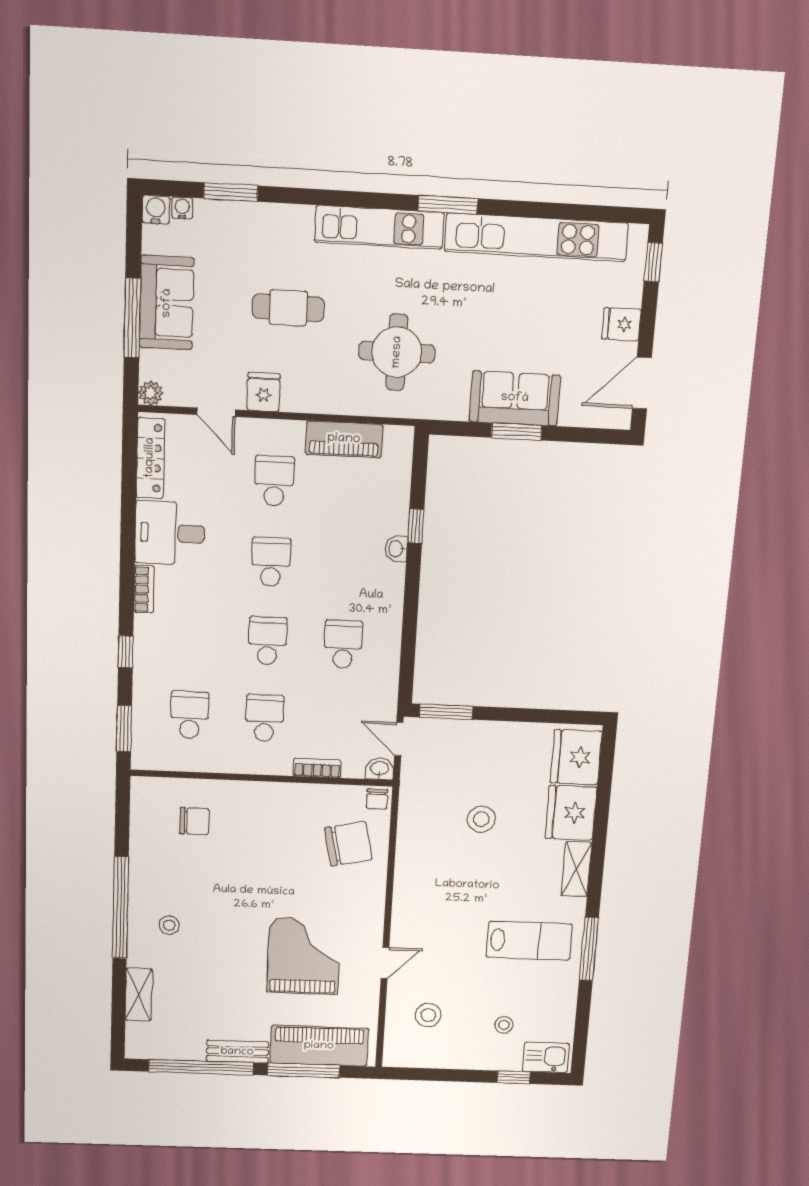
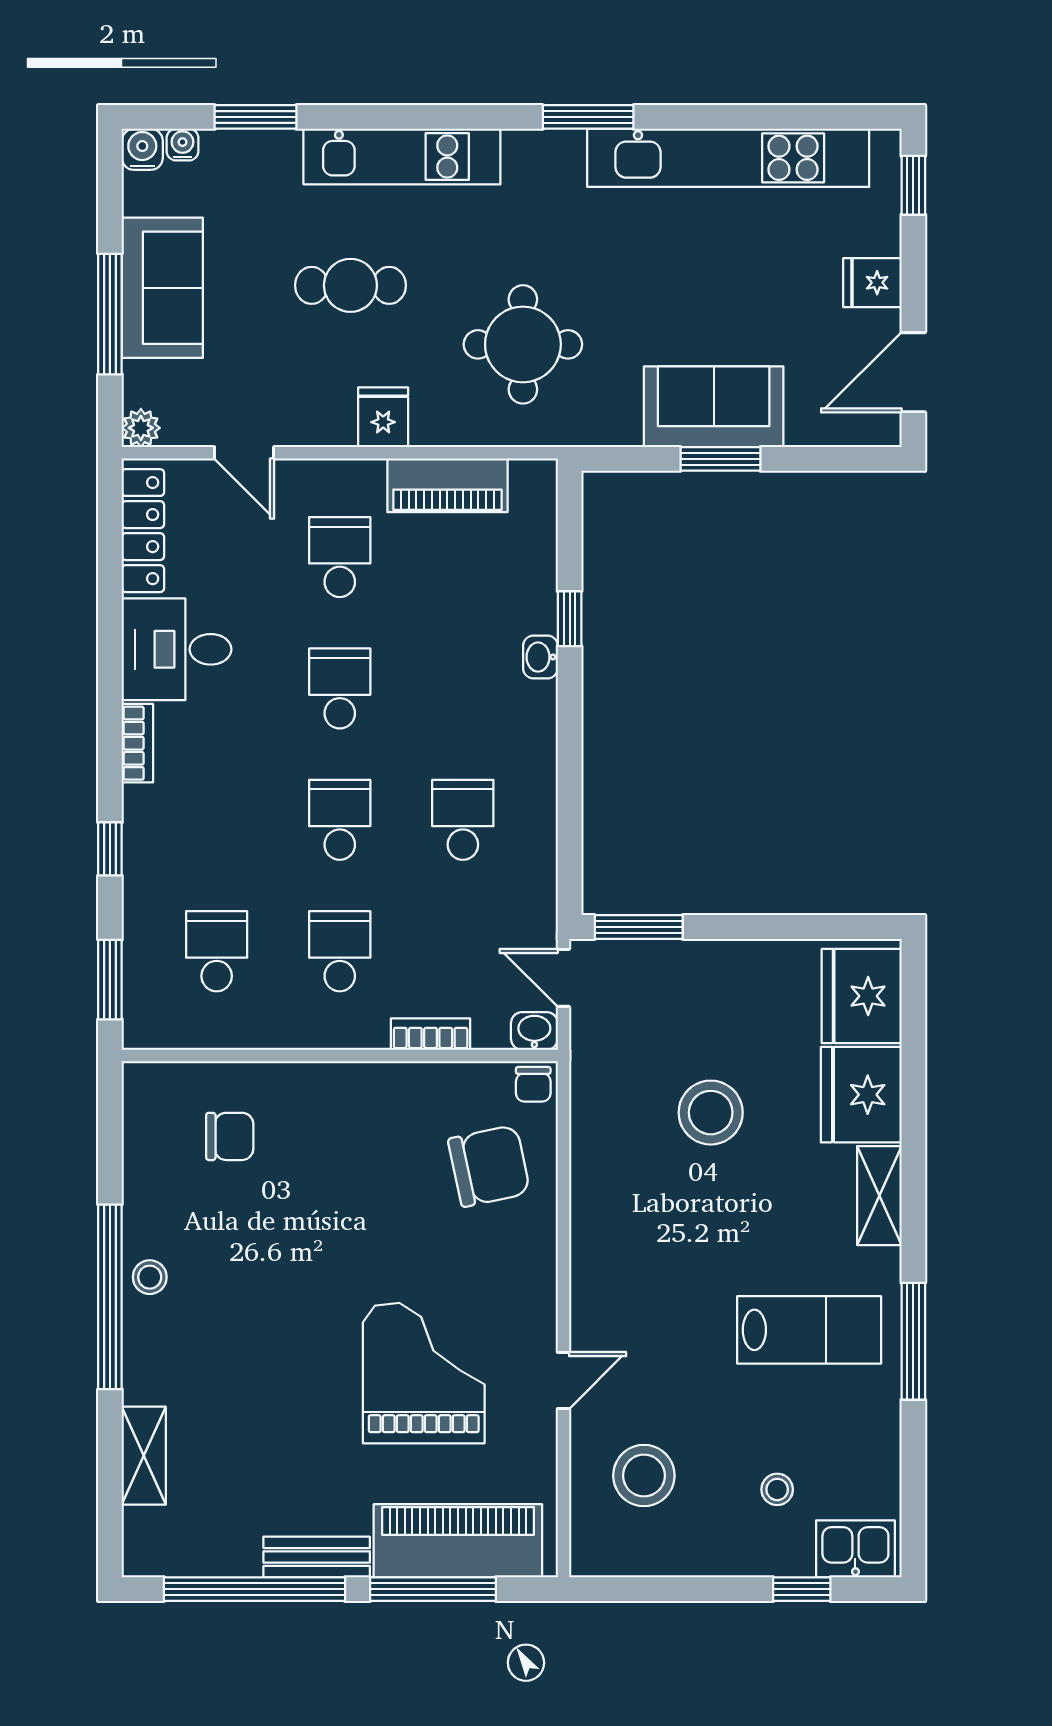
kitchen unit: (379, 227) -> (402, 156), moved
fridge: (264, 392) -> (383, 417), moved
stool: (481, 819) -> (711, 1113), width x1.38, depth x1.38
stool: (169, 925) -> (150, 1277), moved
stool: (428, 1015) -> (644, 1476), width x1.38, depth x1.38

